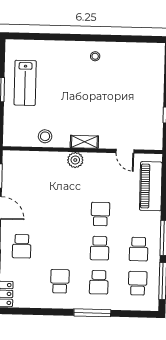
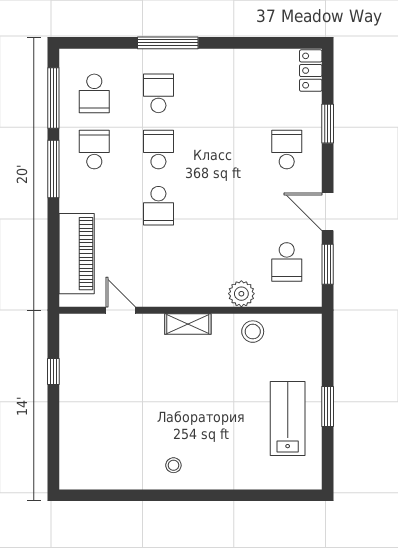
plant: (75, 160) -> (241, 294), moved
school desk: (60, 281) -> (287, 262), moved

